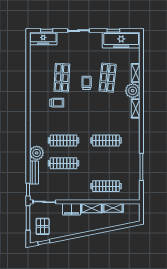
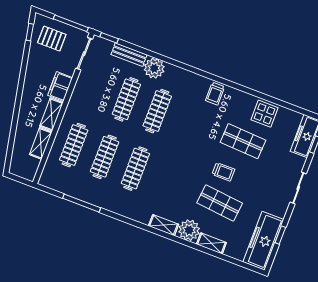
display table: (39, 71) -> (265, 114), added
trolley: (57, 103) -> (215, 94), moved
clothes rail: (106, 163) -> (105, 157), added

